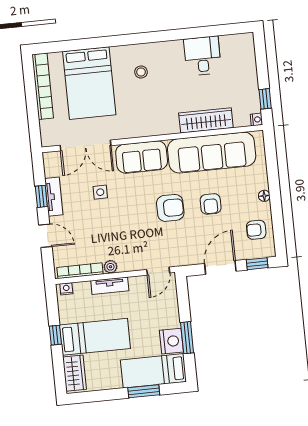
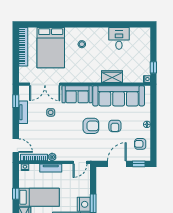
wardrobe: (206, 120) -> (112, 77), width x0.67
window: (41, 196) -> (16, 101), moved
door: (45, 236) -> (16, 146), moved

